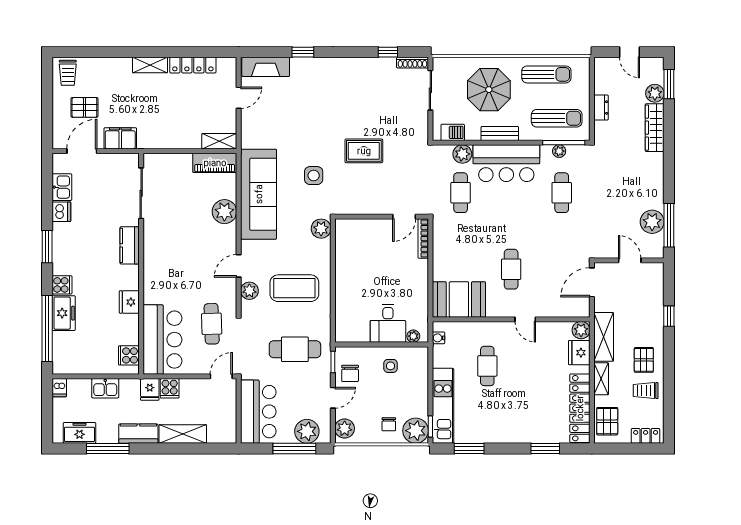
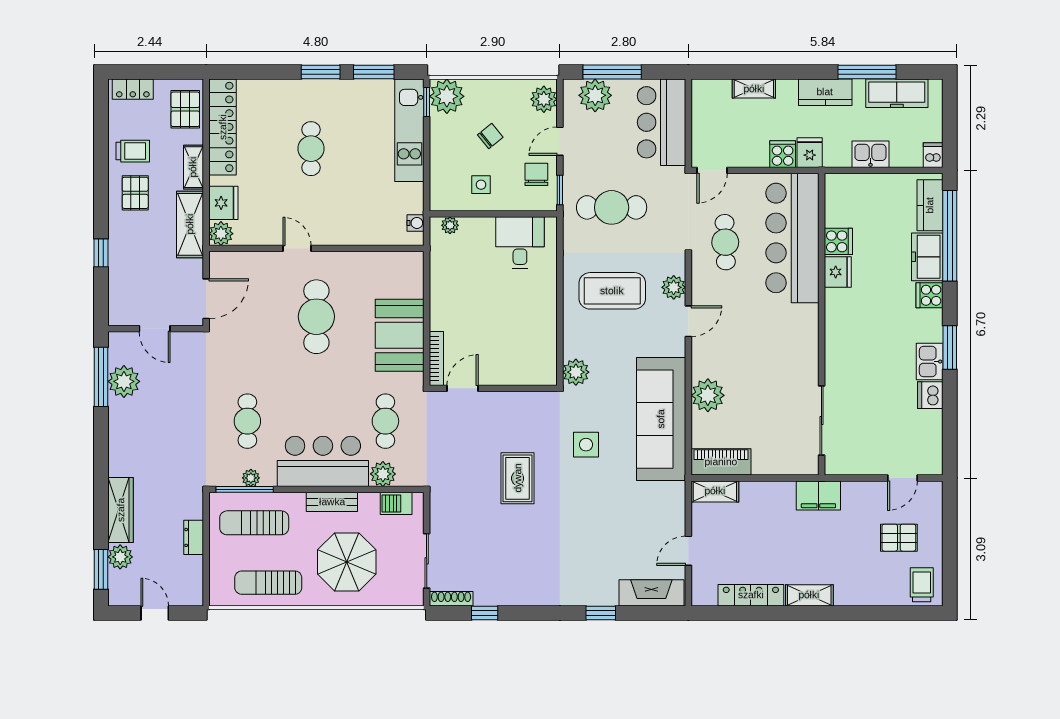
filing cabinet: (120, 138) -> (818, 495), moved
door: (82, 151) -> (902, 478), width x0.73
rug: (364, 151) -> (518, 478), turned 90
kitchen sink: (62, 187) -> (930, 362), moved
kitchen counter: (130, 245) -> (930, 205), moved, turned 180
cafe table: (511, 269) -> (316, 317), width x1.37, depth x1.35
booth: (459, 299) -> (400, 335), moved, turned 90
desk: (388, 323) -> (520, 243), moved
bar counter: (162, 340) -> (792, 238), width x1.36
cooker: (129, 355) -> (838, 241), moved
cafe table: (487, 366) -> (311, 149), moved
chair: (389, 424) -> (490, 136), moved, turned 51
freezer: (79, 433) -> (897, 93), width x1.40
shelving: (183, 434) -> (754, 89), width x0.67, depth x0.75
window: (545, 448) -> (321, 72), moved

